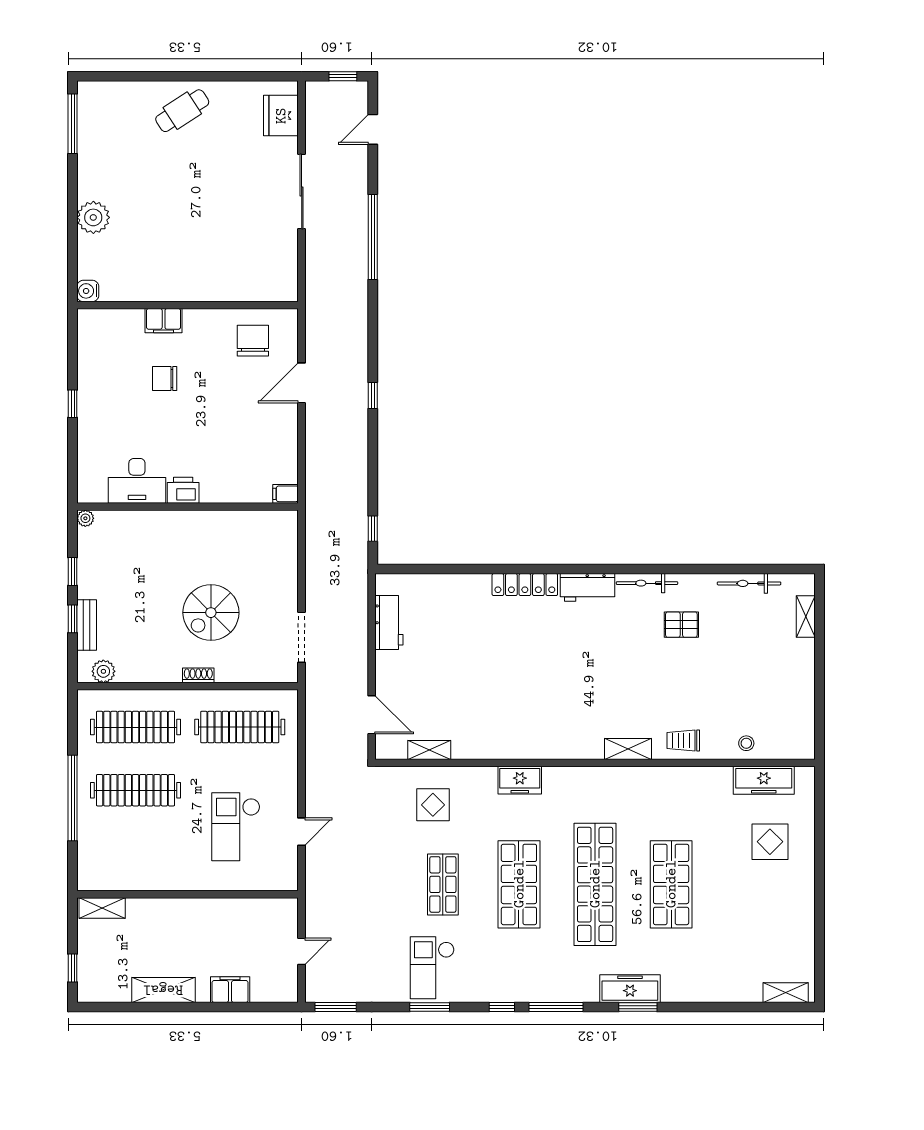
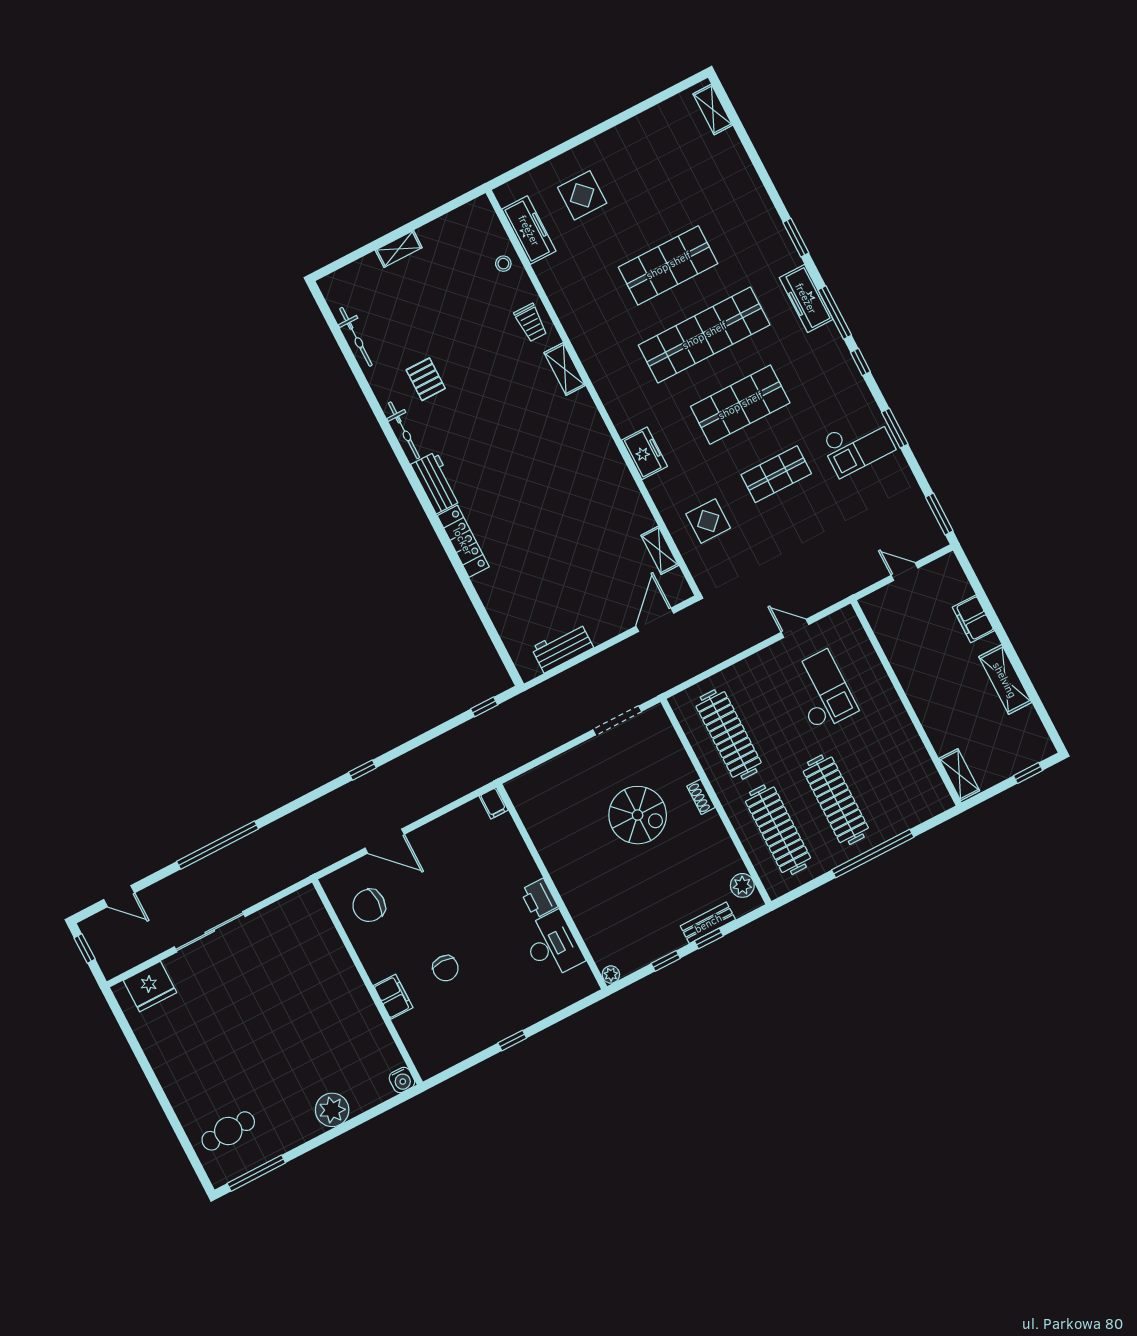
cafe table: (182, 111) -> (228, 1131), moved, turned -59
shelving: (806, 617) -> (399, 249), moved
checkout: (236, 827) -> (822, 691), turned -90
freezer: (630, 989) -> (806, 298), moved

